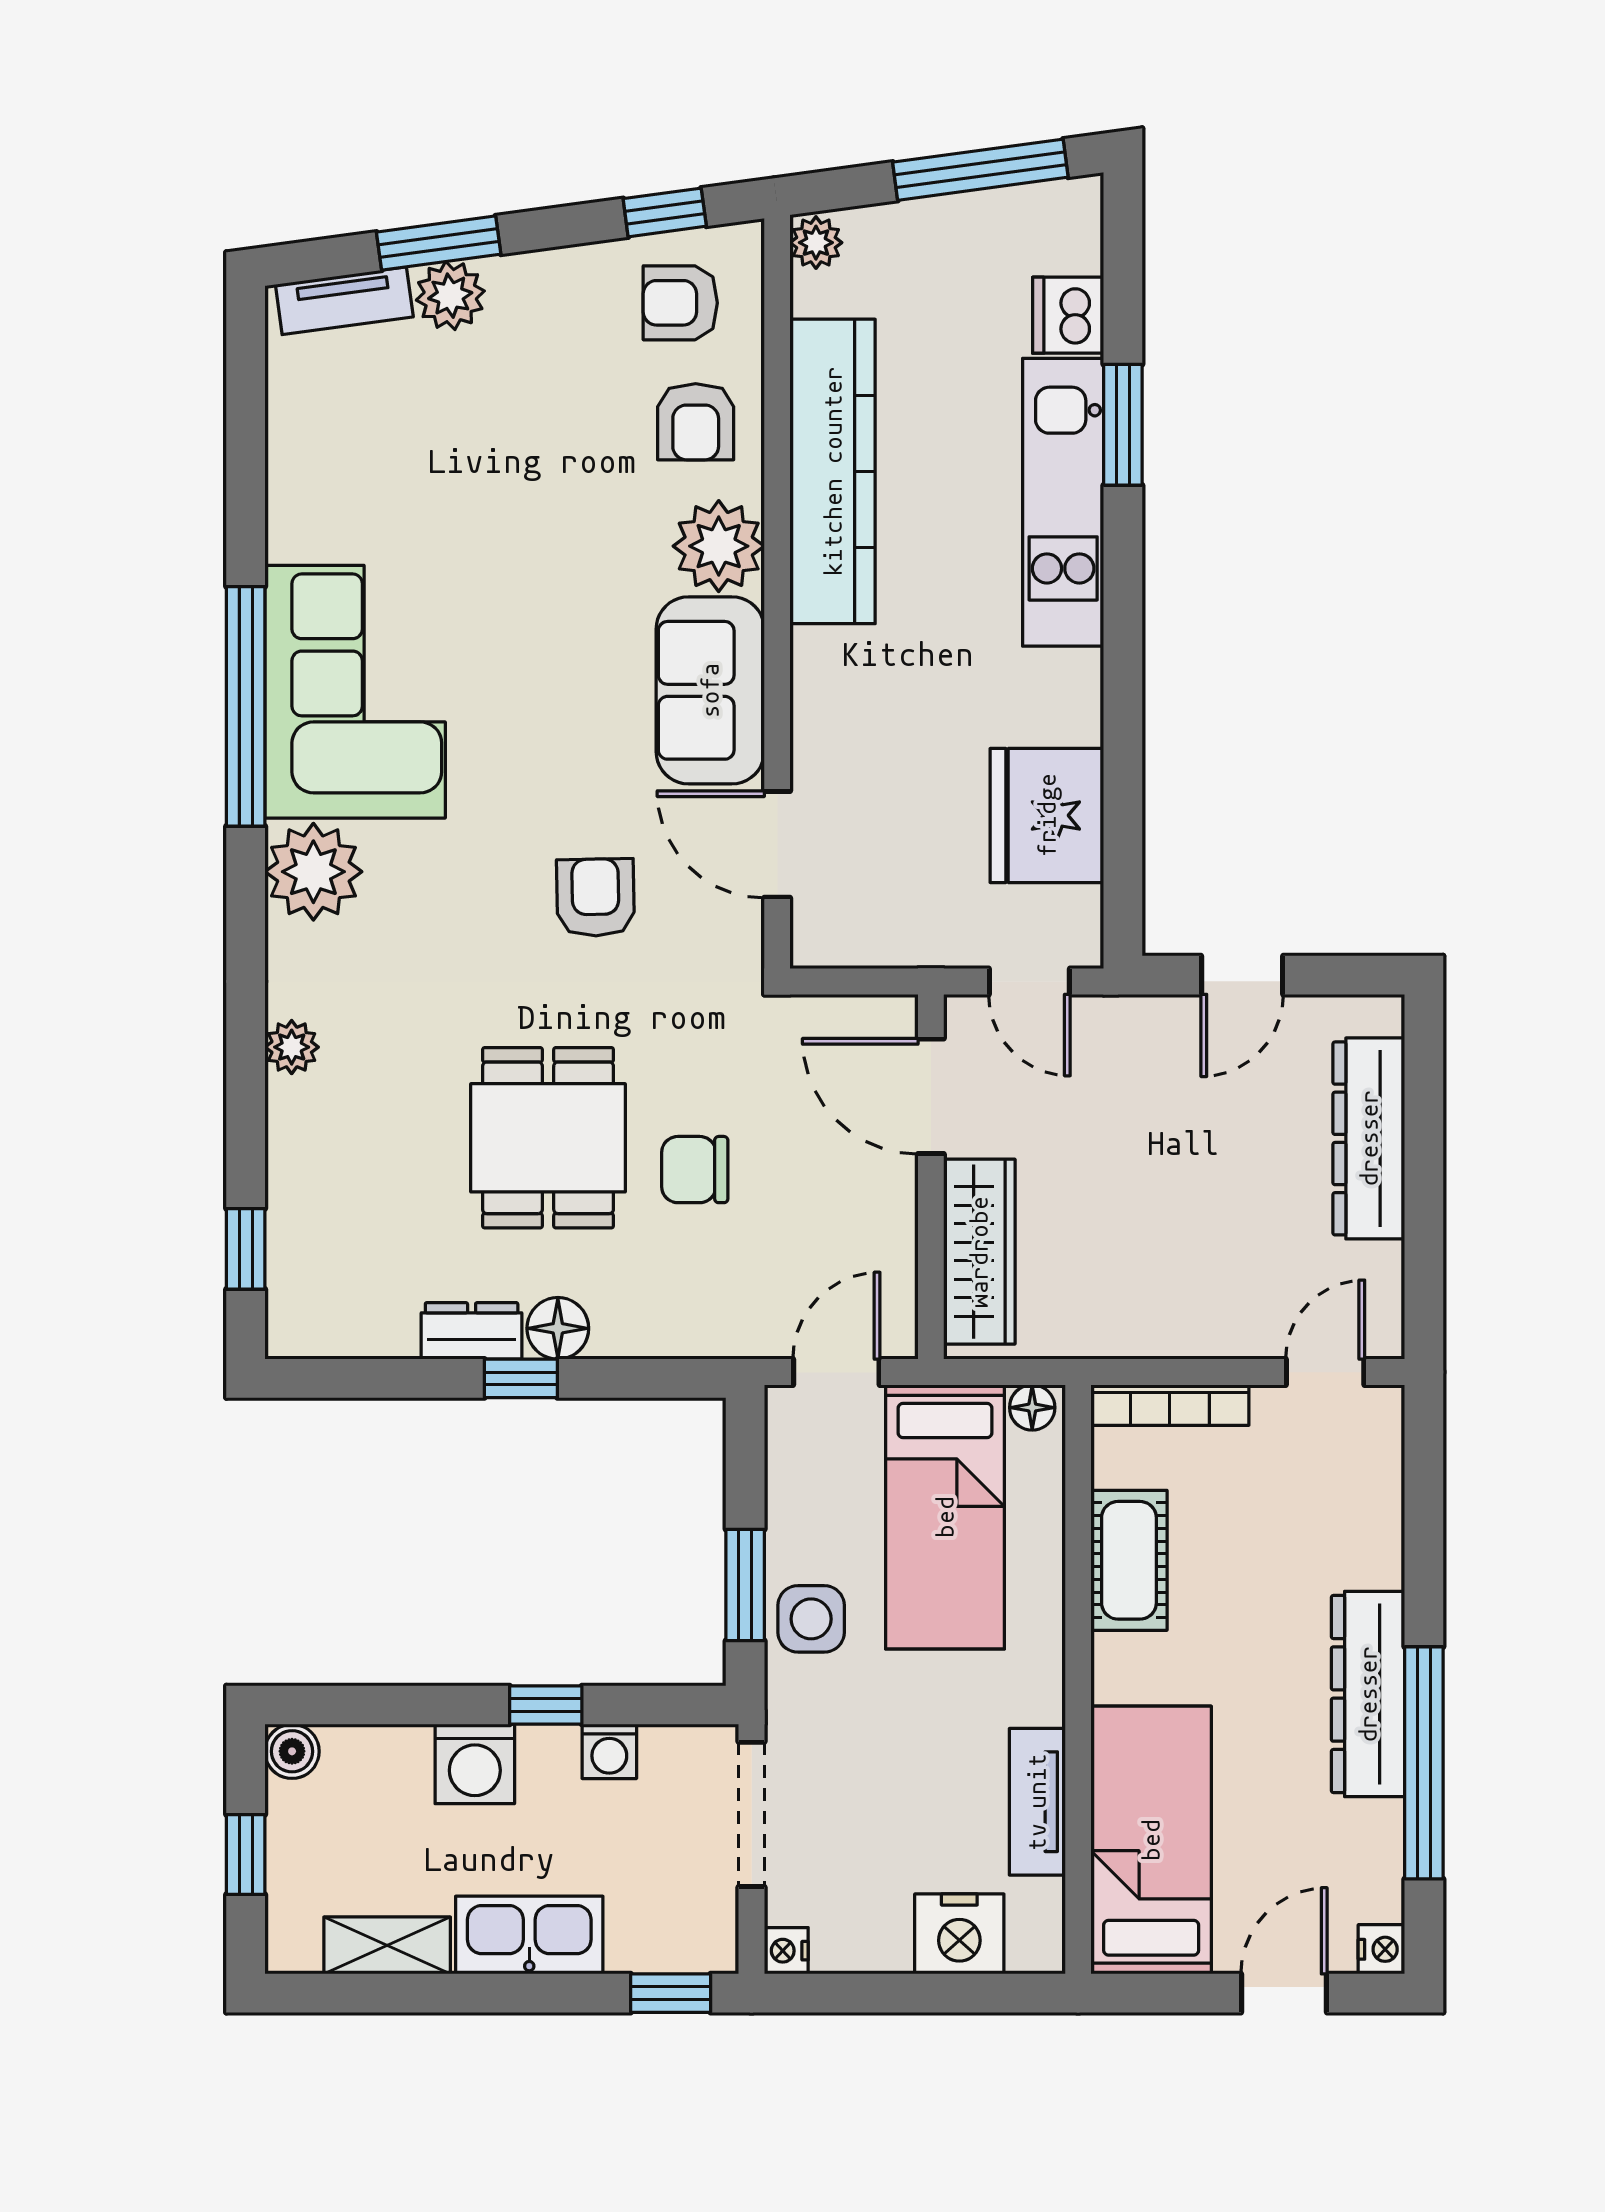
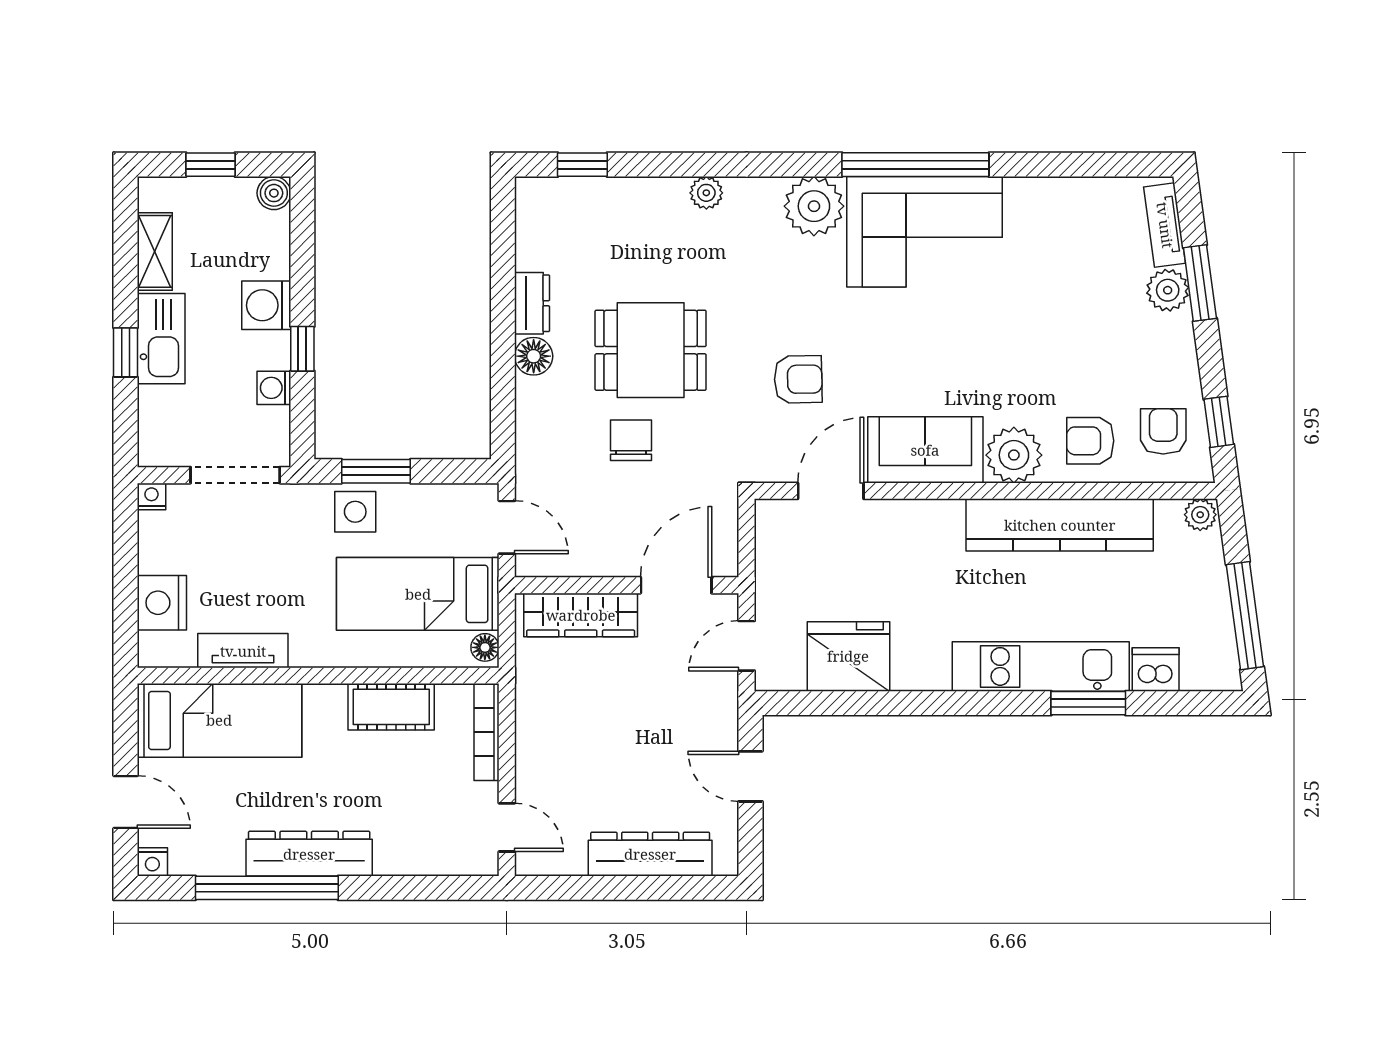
window: (521, 1378) -> (503, 334), removed
window: (671, 1993) -> (125, 352), moved

